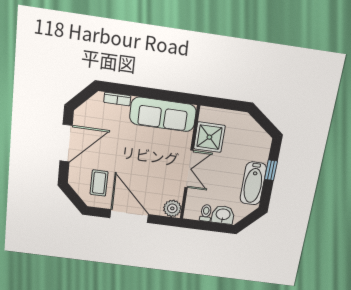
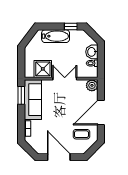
window: (172, 96) -> (21, 95), added
window: (271, 170) -> (71, 26), moved
bathtub: (253, 183) -> (56, 36), moved

